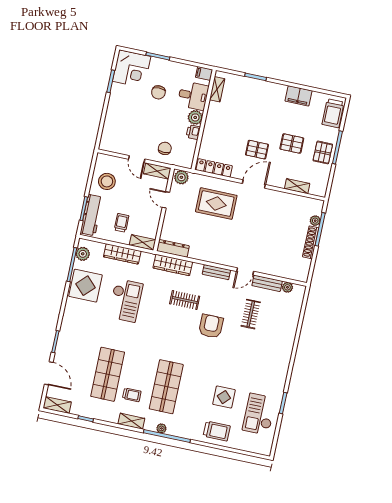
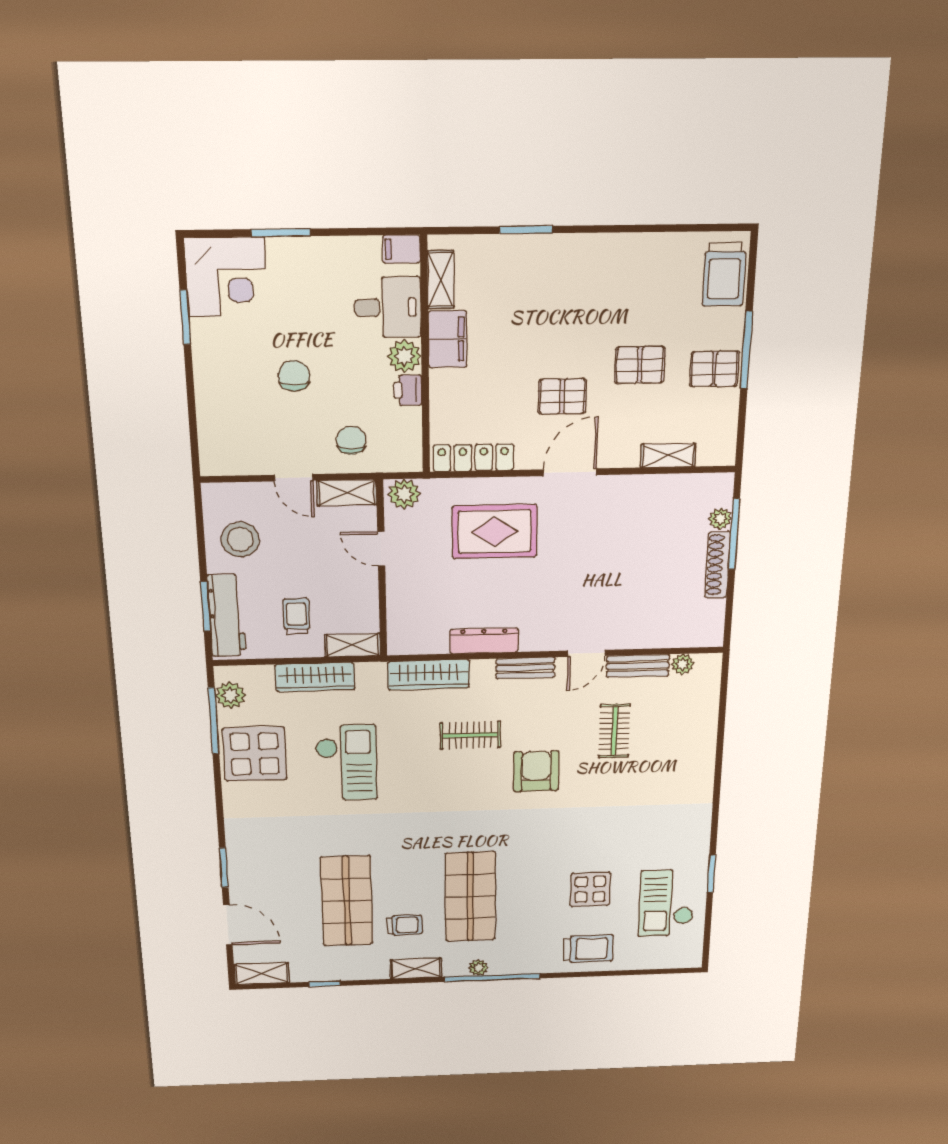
chair: (158, 92) -> (294, 376), moved, turned 180
filing cabinet: (299, 96) -> (448, 339), moved, turned -90
pallet: (323, 152) -> (714, 369), turned 90
dresser: (173, 248) -> (484, 641), moved

